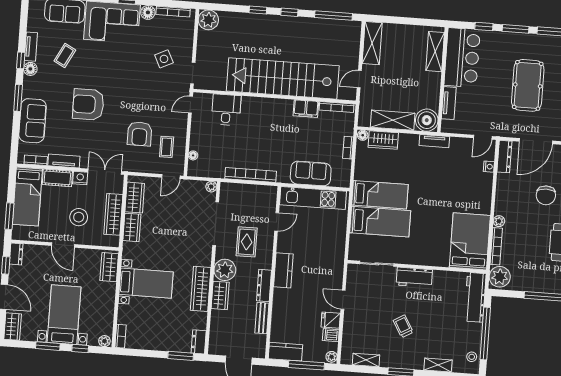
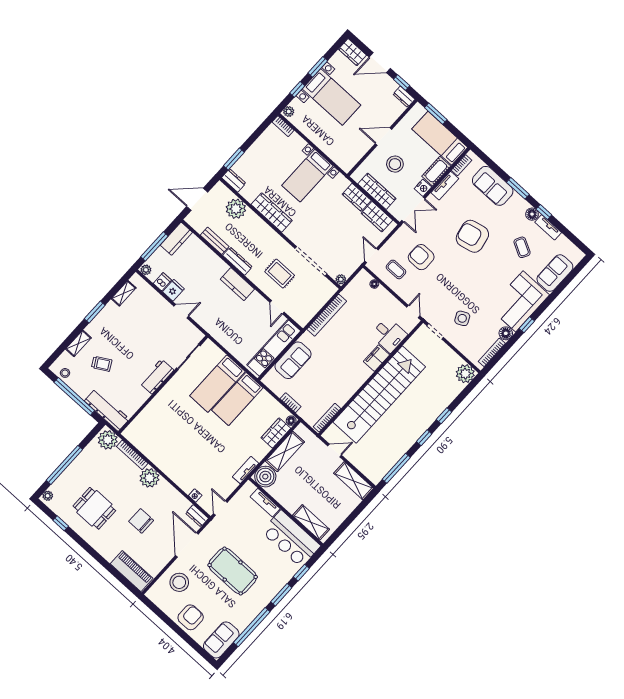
door: (359, 79) -> (335, 451), hinge flipped
armchair: (88, 104) -> (472, 236), turned -102
filing cabinet: (306, 109) -> (376, 358), moved
dresser: (504, 157) -> (197, 516), width x0.70
plant: (499, 221) -> (150, 478), width x1.87, depth x1.87
bed: (470, 241) -> (151, 438), removed
wardrobe: (109, 267) -> (340, 158), removed
plant: (225, 270) -> (236, 209), moved
wardrobe: (220, 295) -> (255, 223), removed
trolley: (403, 326) -> (102, 364), moved

